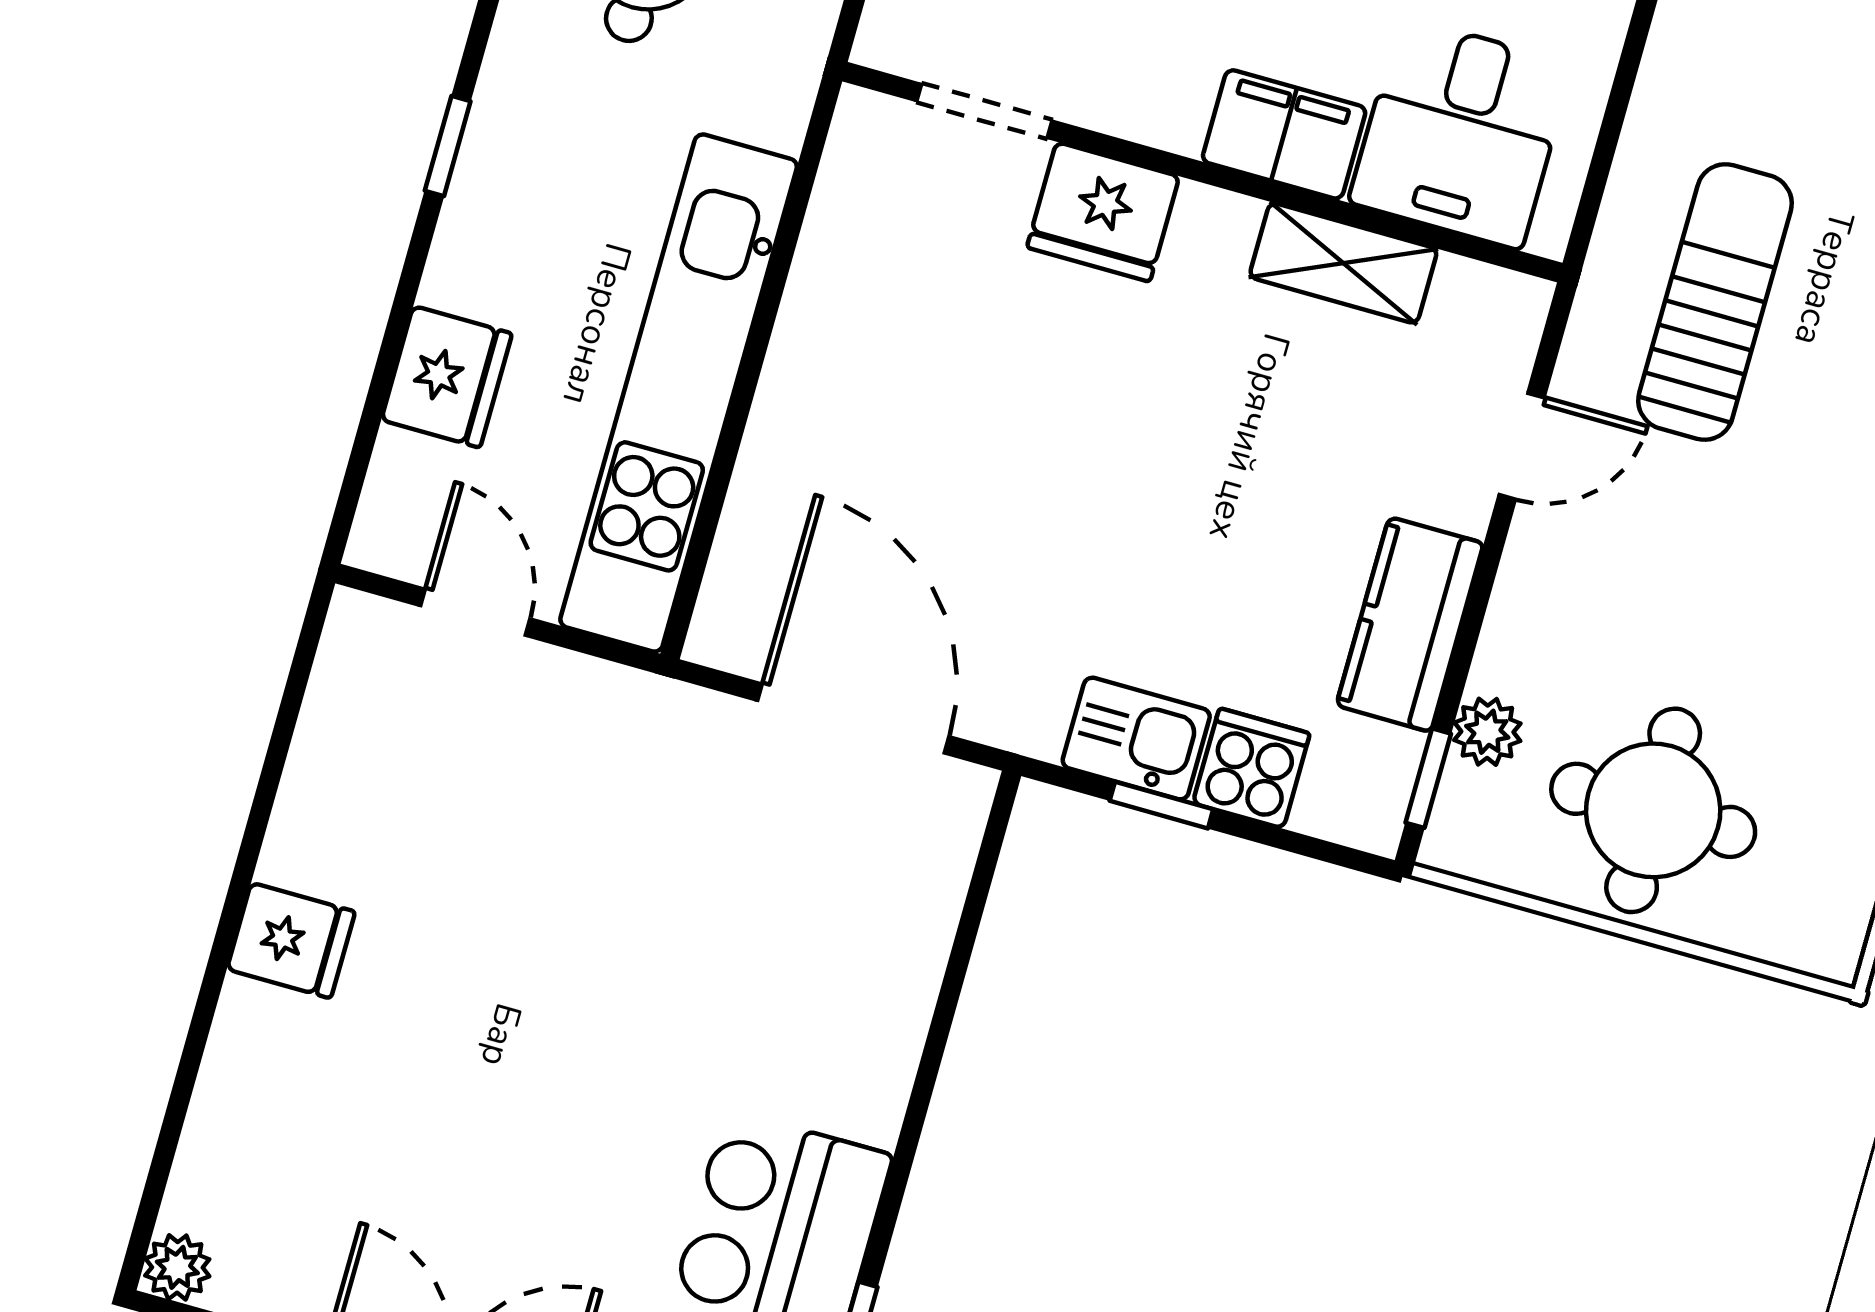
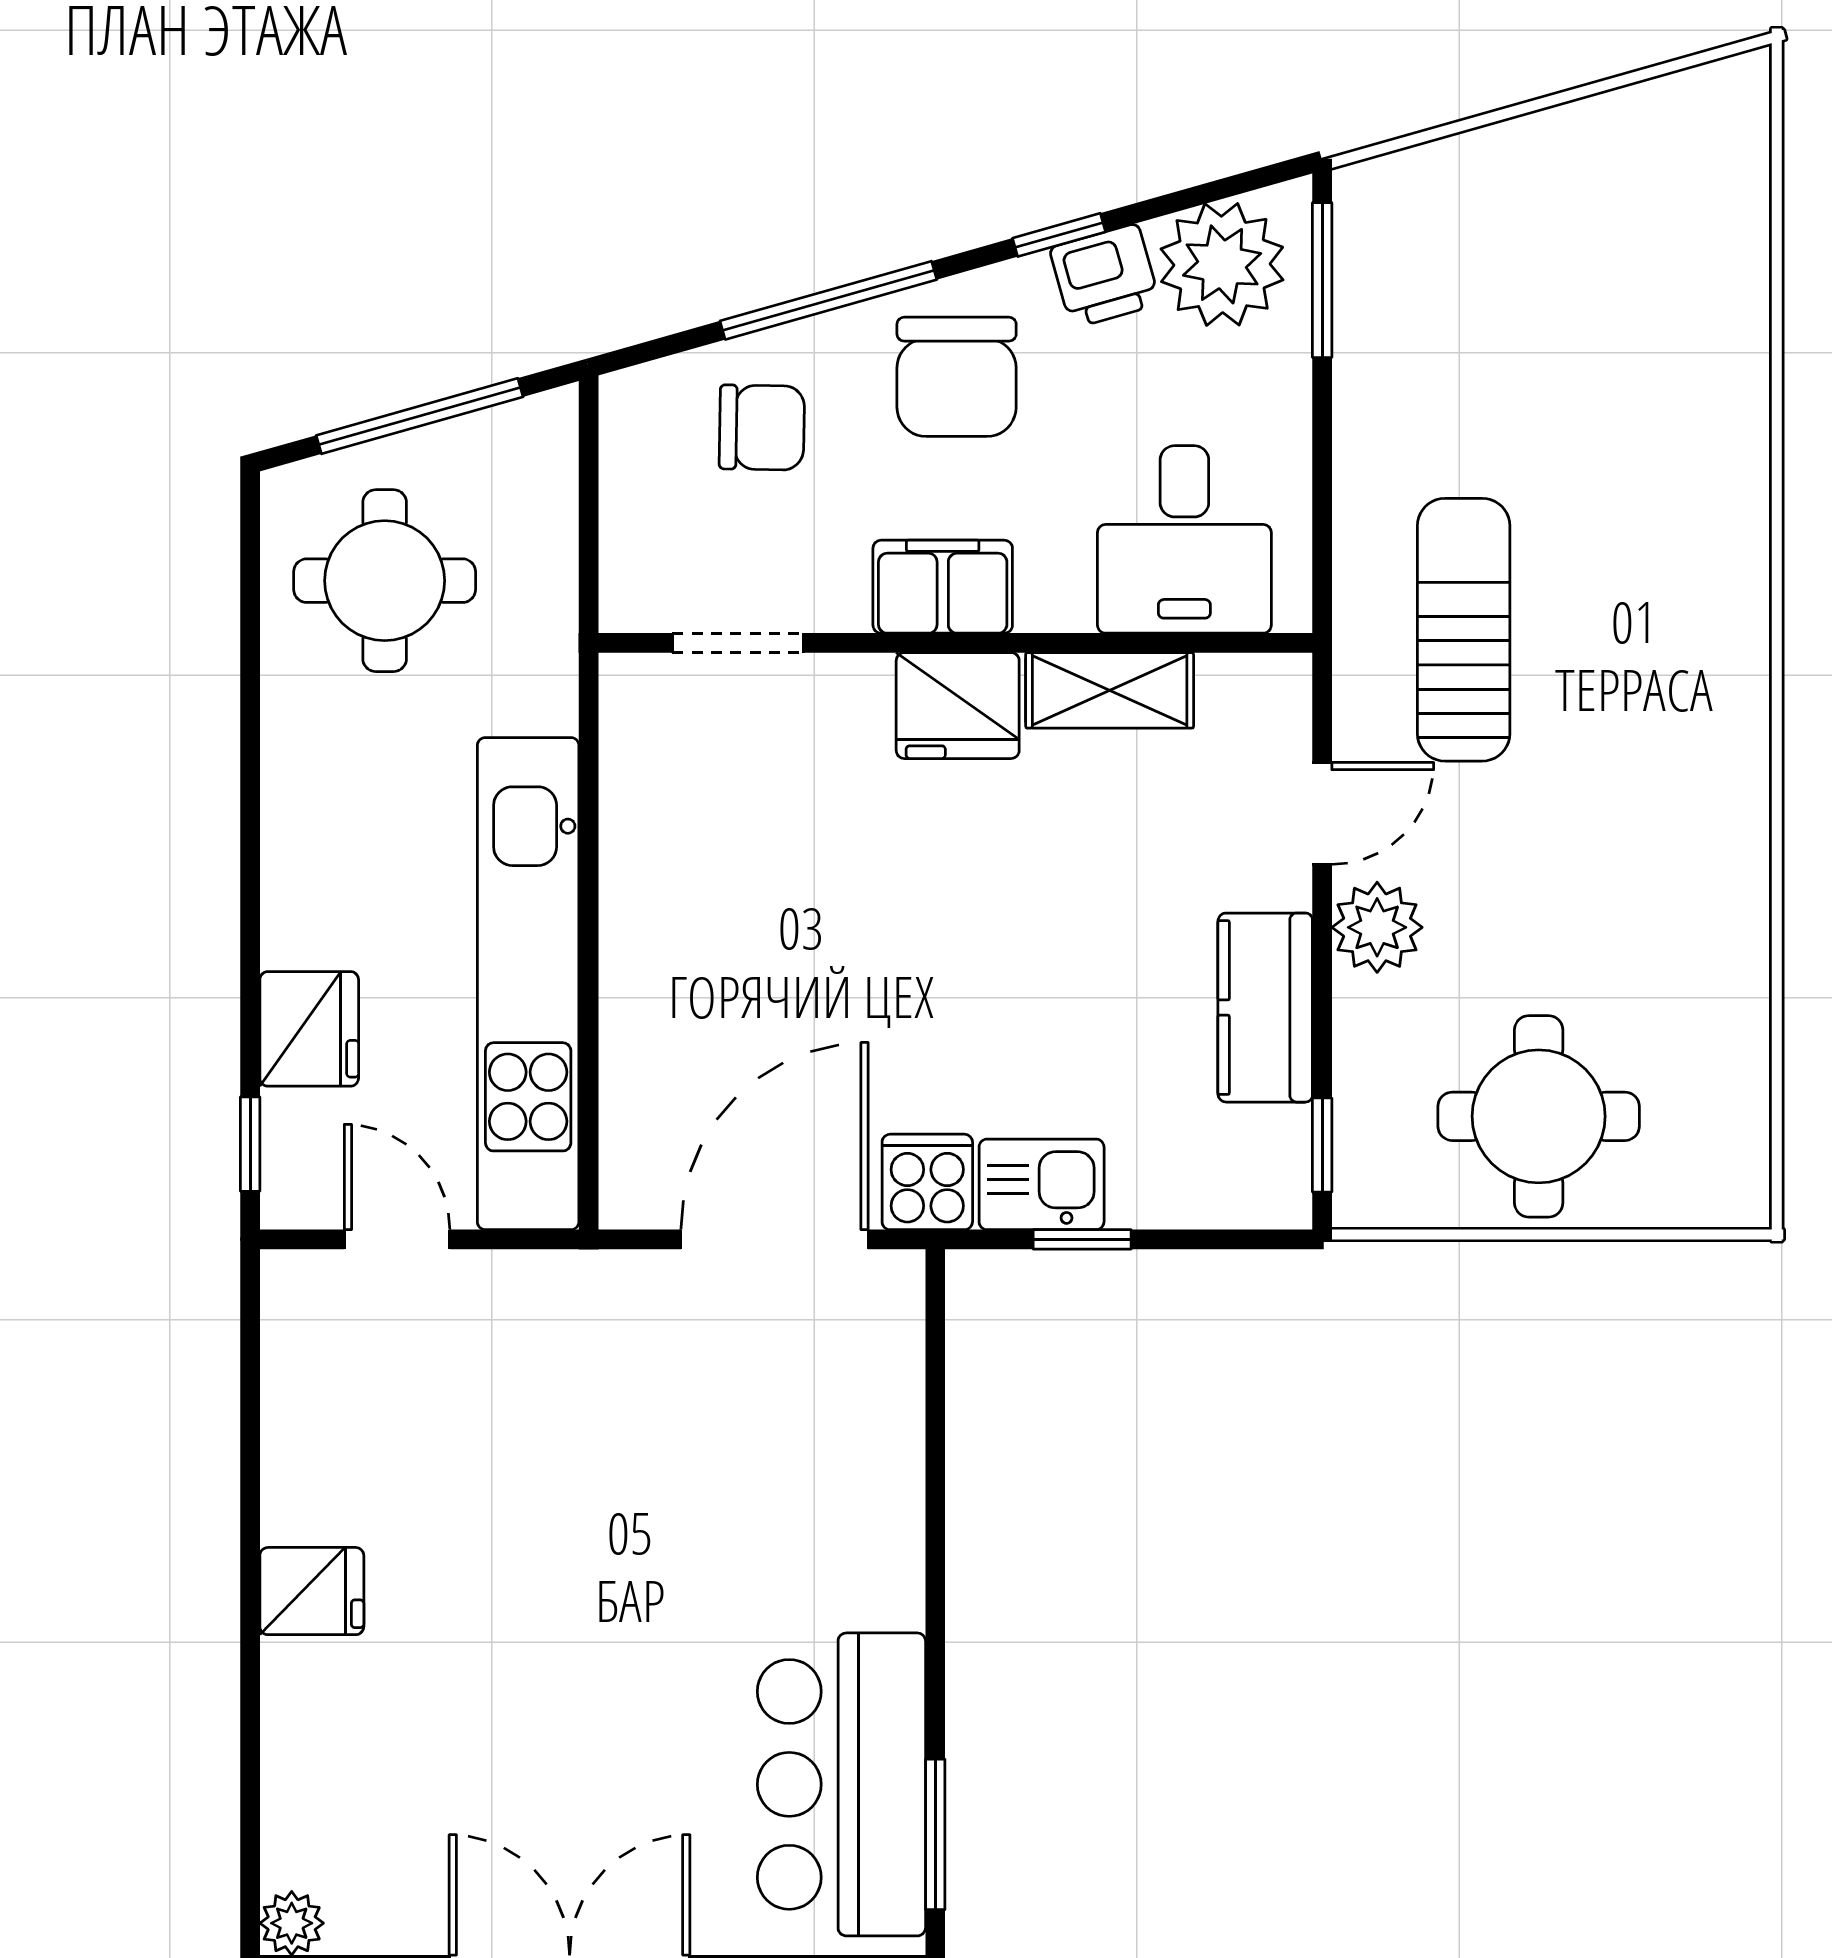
filing cabinet: (1284, 134) -> (943, 587), moved
window: (448, 146) -> (250, 1144), moved
fridge: (1103, 212) -> (958, 706), moved
door: (853, 718) -> (775, 1239), hinge flipped
plant: (1487, 732) -> (1377, 927), moved, width x1.38, depth x1.38
cooker: (1251, 768) -> (927, 1182), moved

